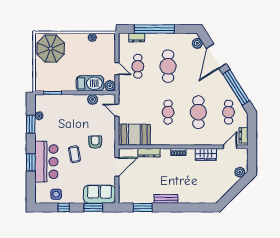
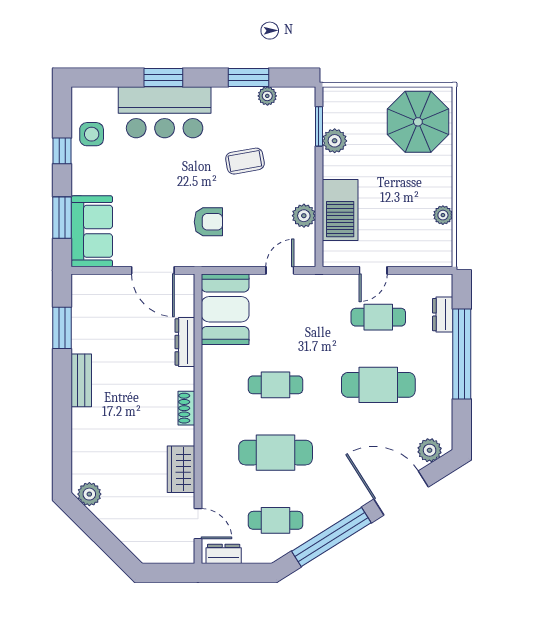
plant: (110, 86) -> (335, 141), moved
coffee table: (75, 154) -> (245, 161), moved
plant: (240, 172) -> (89, 494), moved

